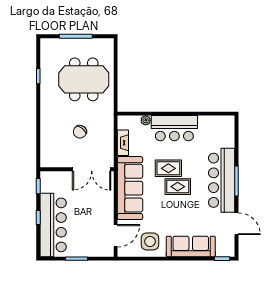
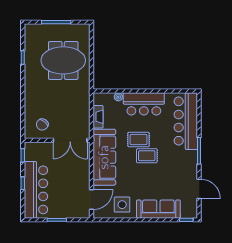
chair: (80, 132) -> (42, 125), moved
bar counter: (222, 180) -> (186, 121), moved

